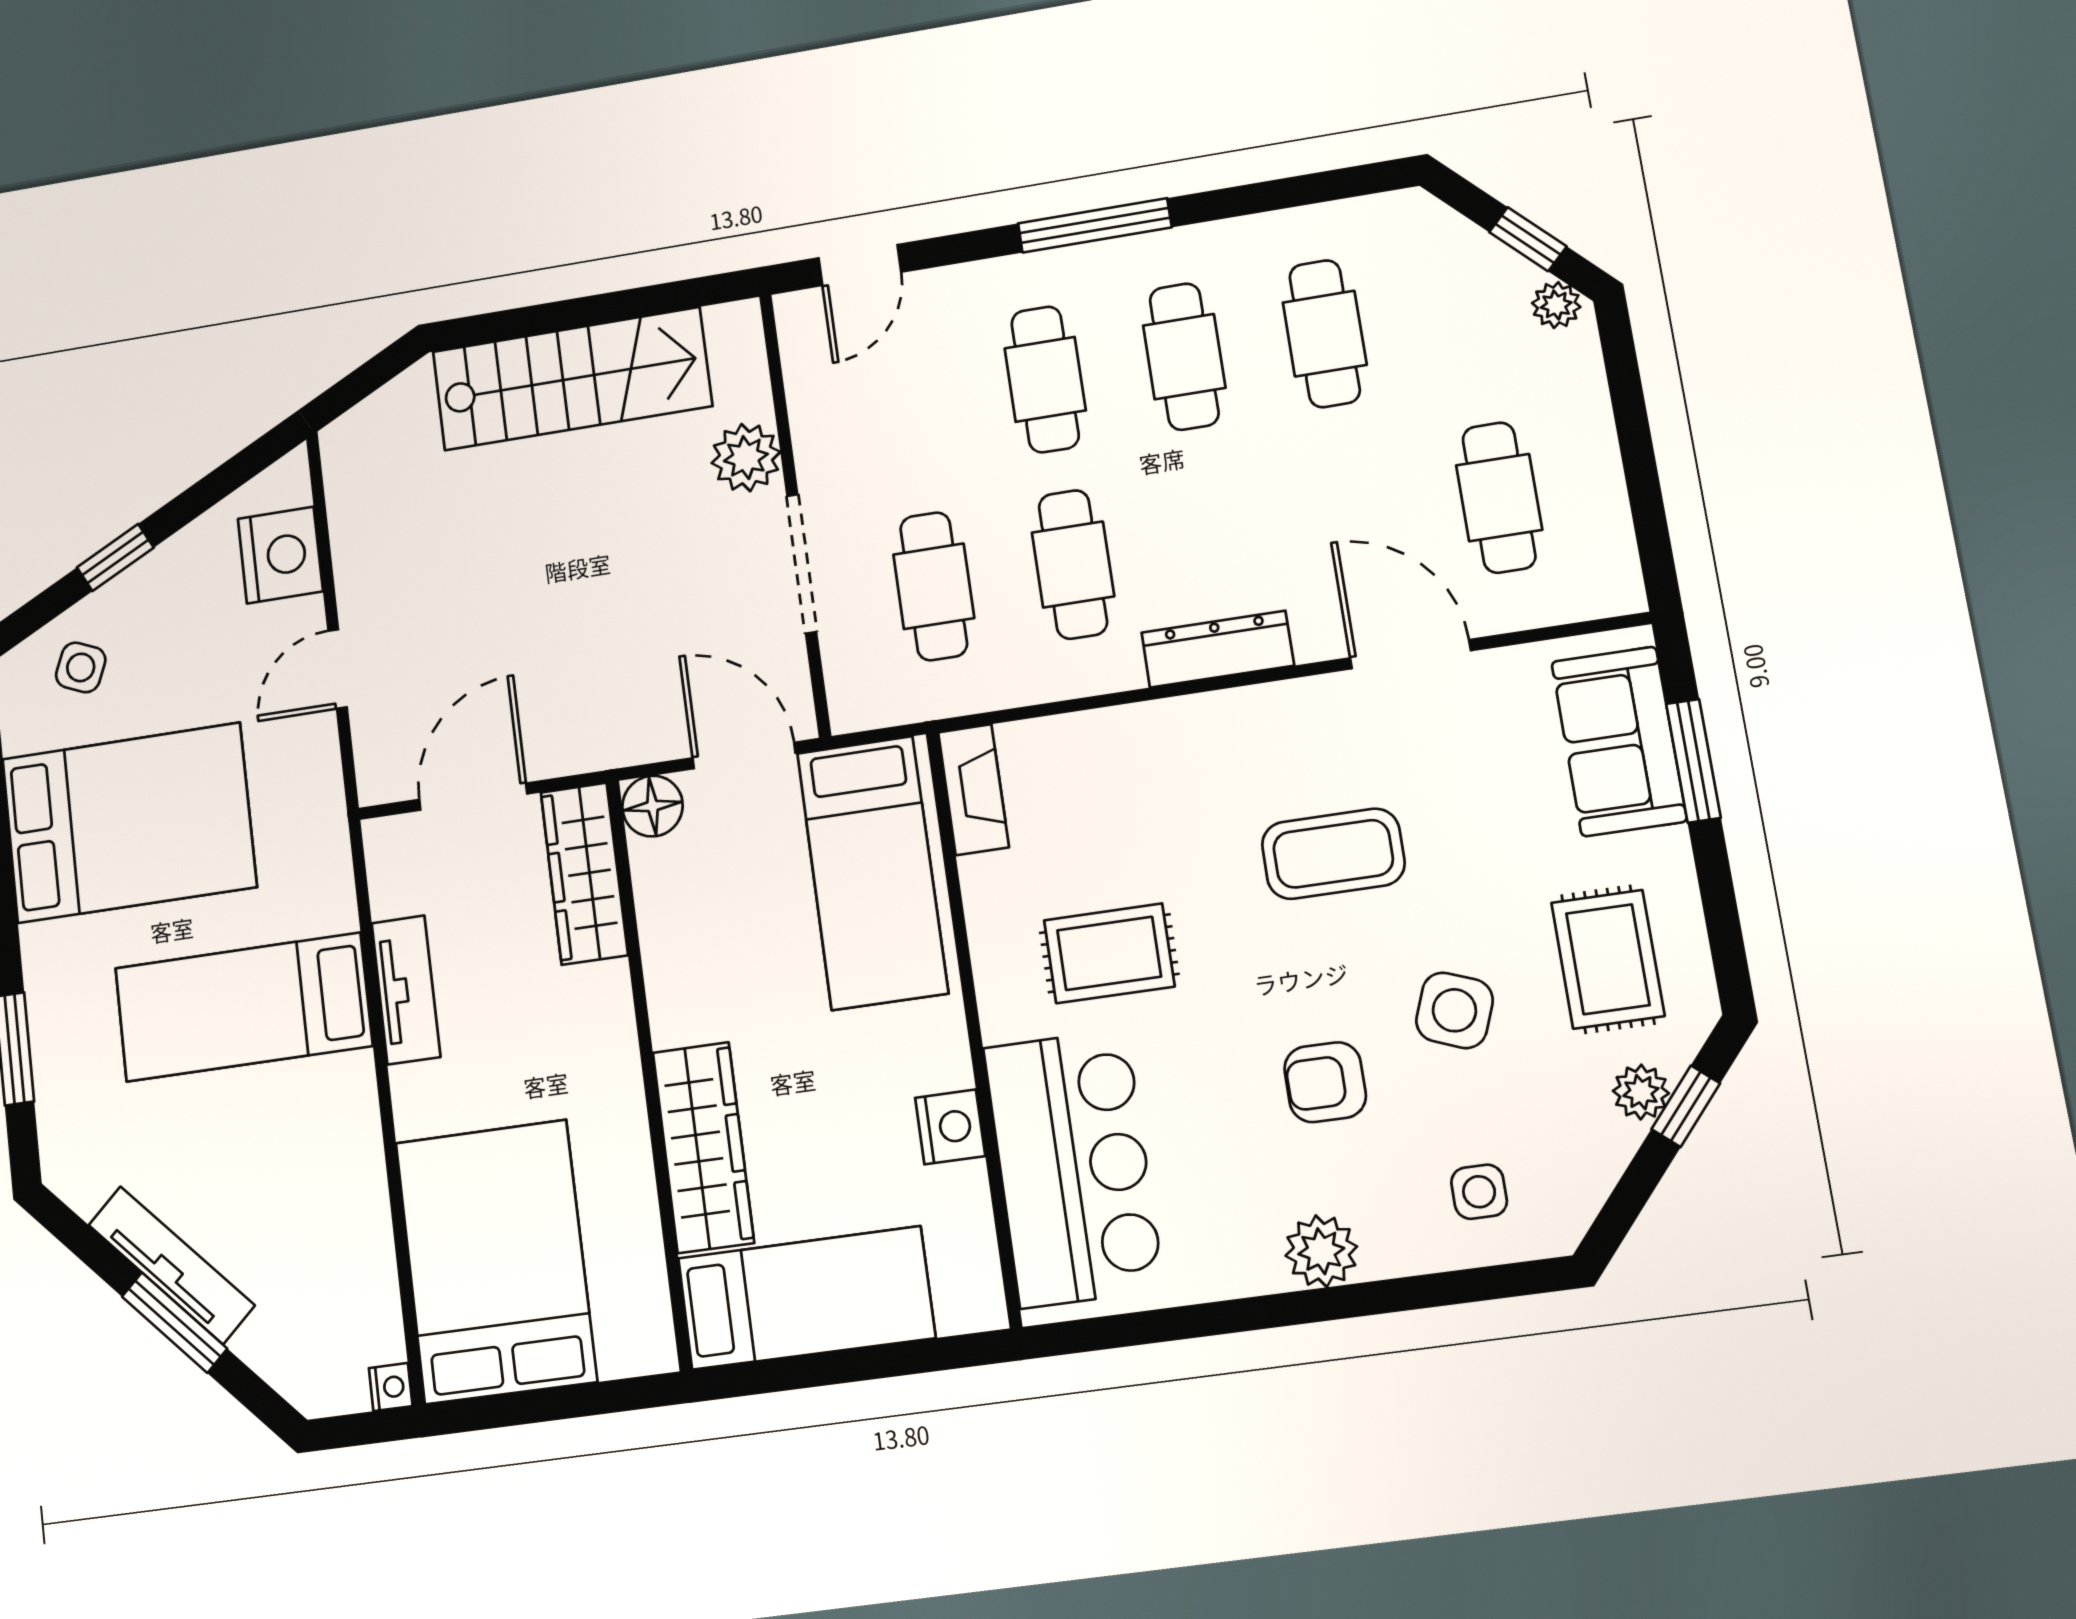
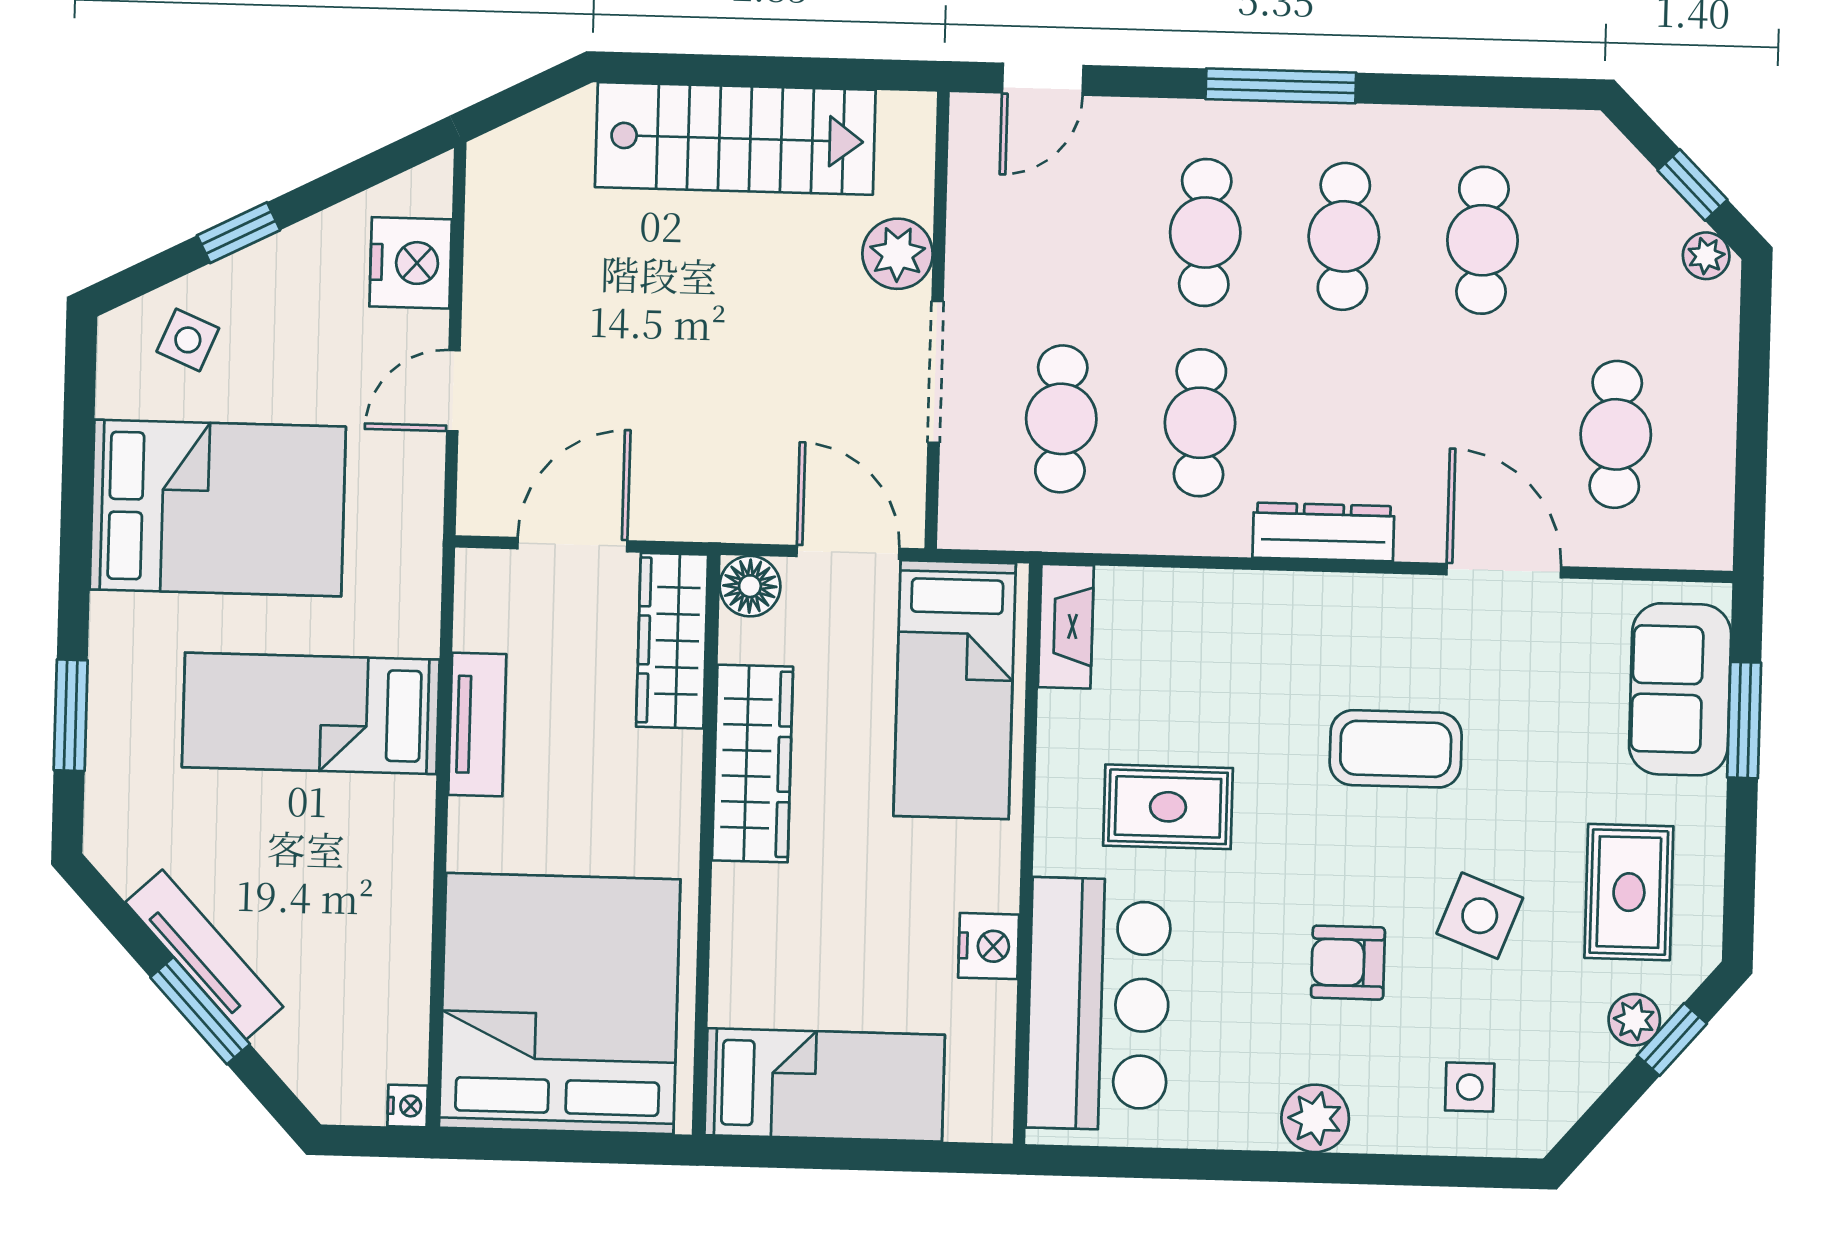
wardrobe: (703, 1147) -> (753, 763), moved
bed: (496, 1261) -> (560, 1004), width x1.36

